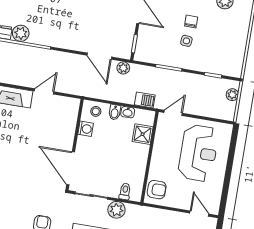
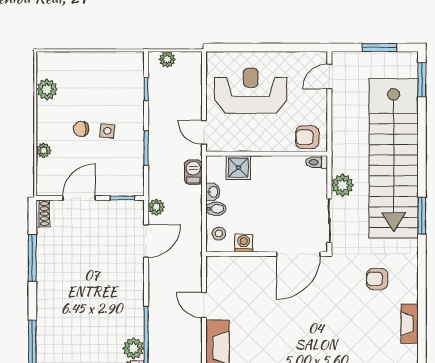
armchair: (157, 190) -> (307, 137), turned -90
toilet: (125, 191) -> (317, 162), moved

